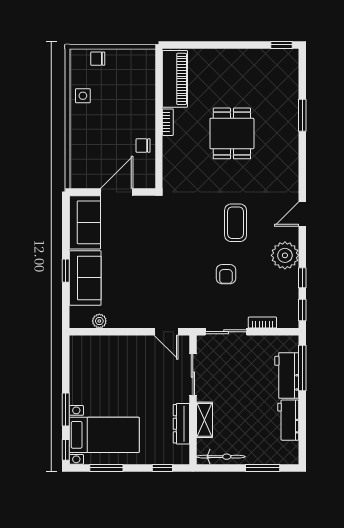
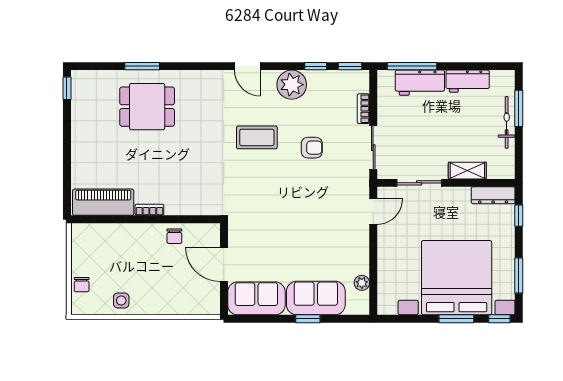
dining table: (232, 133) -> (147, 107), moved
dresser: (181, 424) -> (493, 195), moved
bed with nightstands: (104, 435) -> (457, 278), width x1.85
bicycle: (221, 457) -> (507, 122), moved

